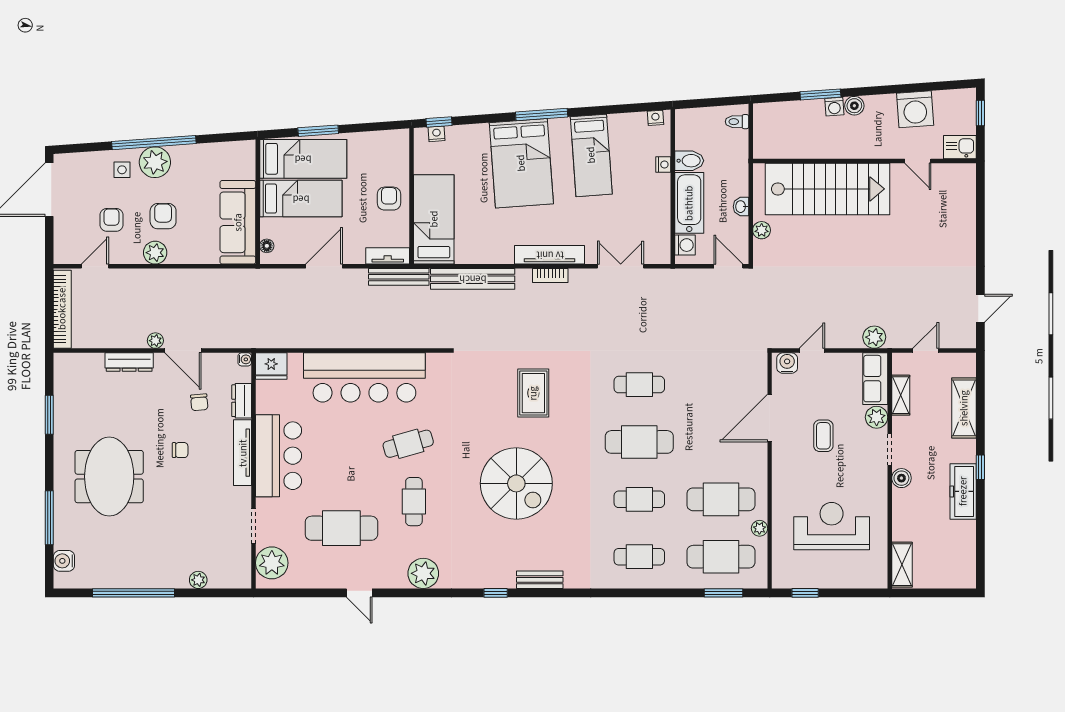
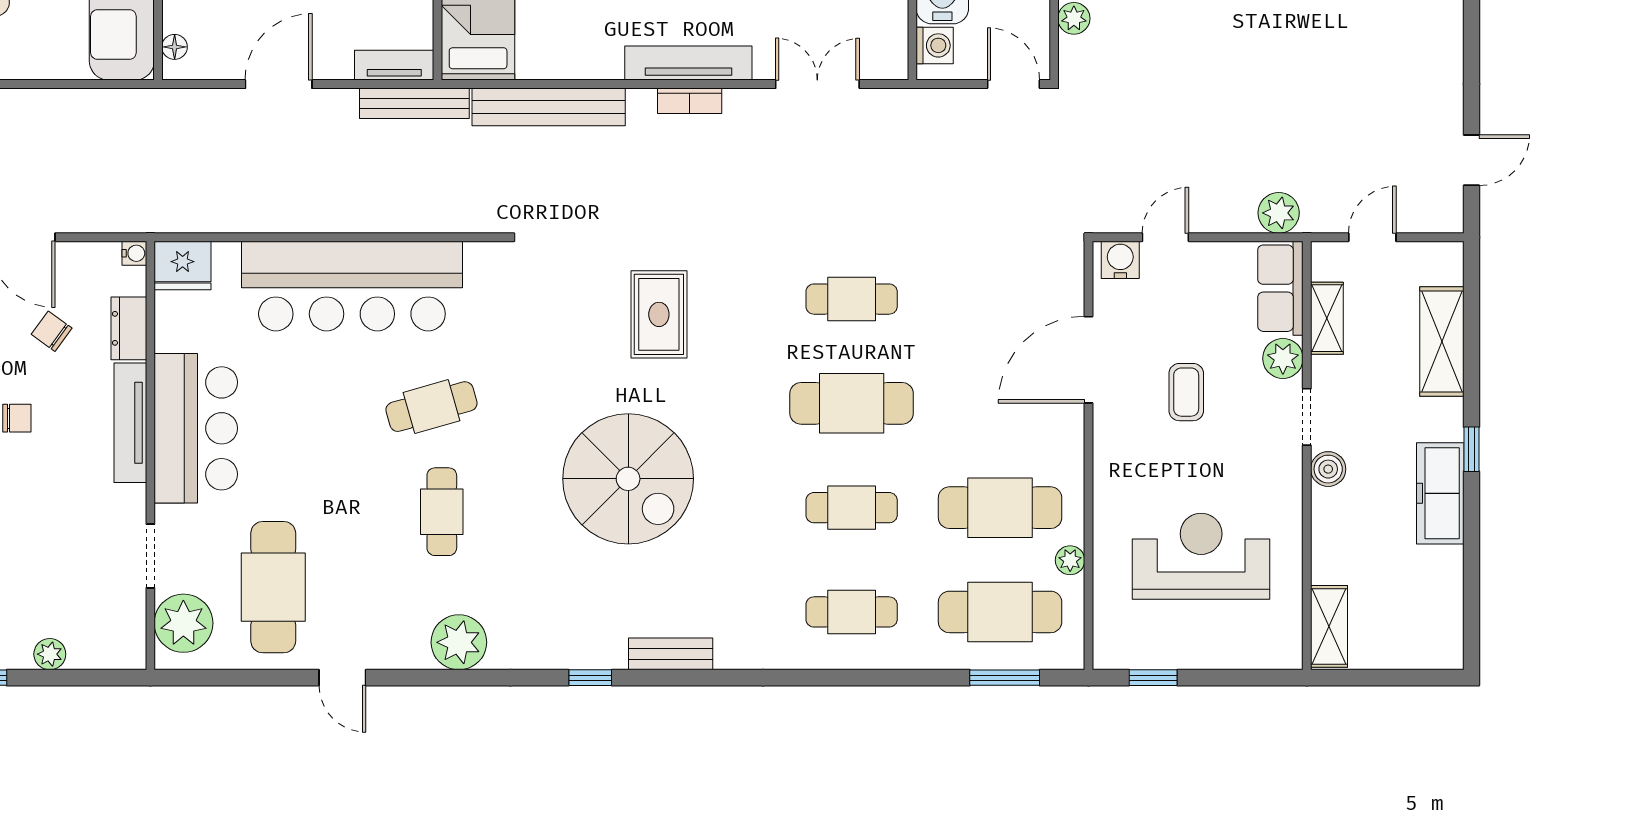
chair: (199, 402) -> (52, 331), turned 131
cafe table: (341, 528) -> (273, 587), moved, turned 90

